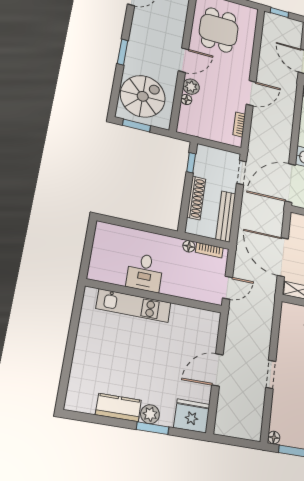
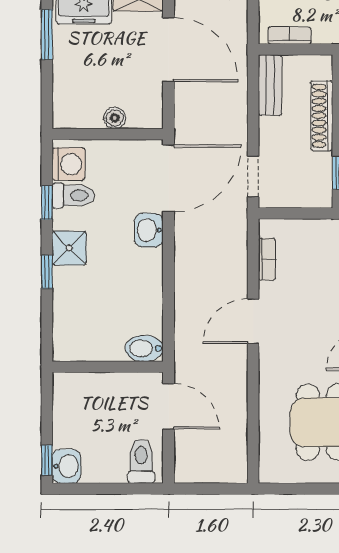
window: (279, 12) -> (220, 489), removed
bench: (226, 216) -> (270, 85), width x0.73
floor lamp: (189, 246) -> (323, 35), removed

